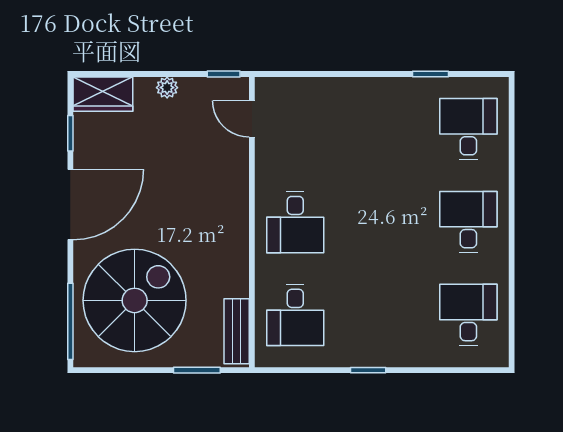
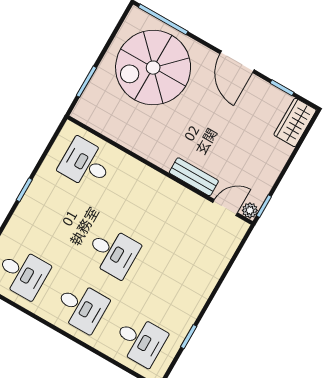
plant: (167, 88) -> (250, 210), moved
door: (70, 205) -> (237, 62), width x0.73
desk: (295, 222) -> (113, 252), moved, turned 180
spiral stairs: (135, 300) -> (153, 68), turned 90
bench: (237, 331) -> (194, 177), moved

